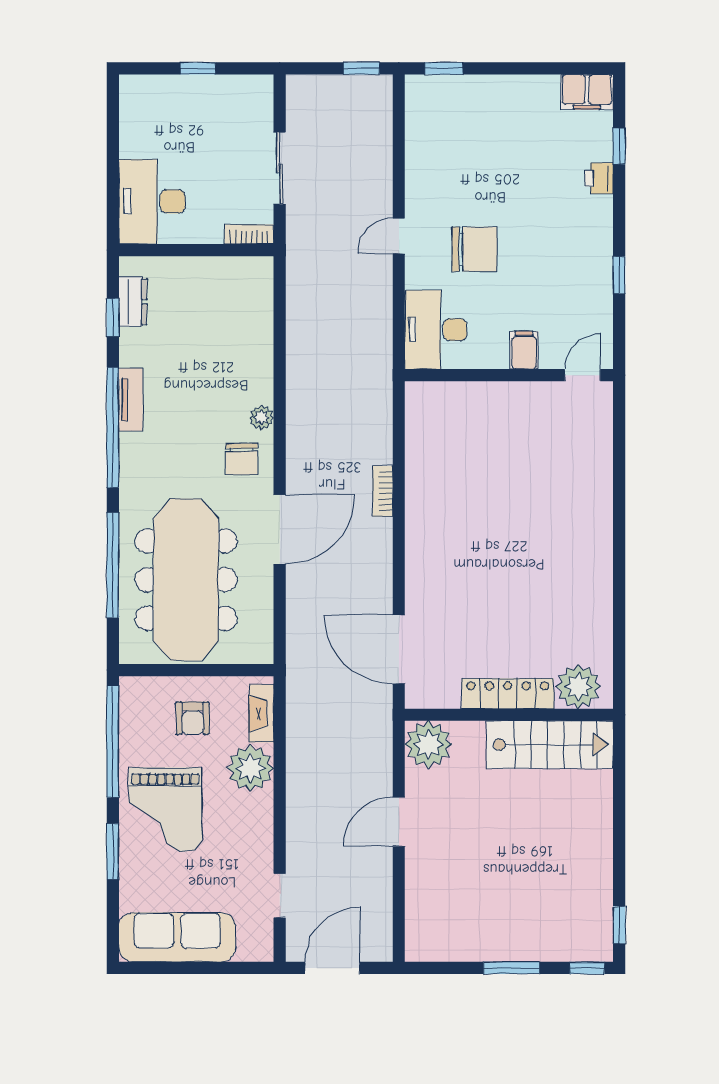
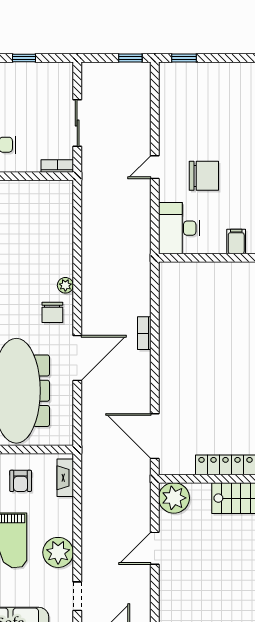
plant: (250, 768) -> (58, 552), moved

